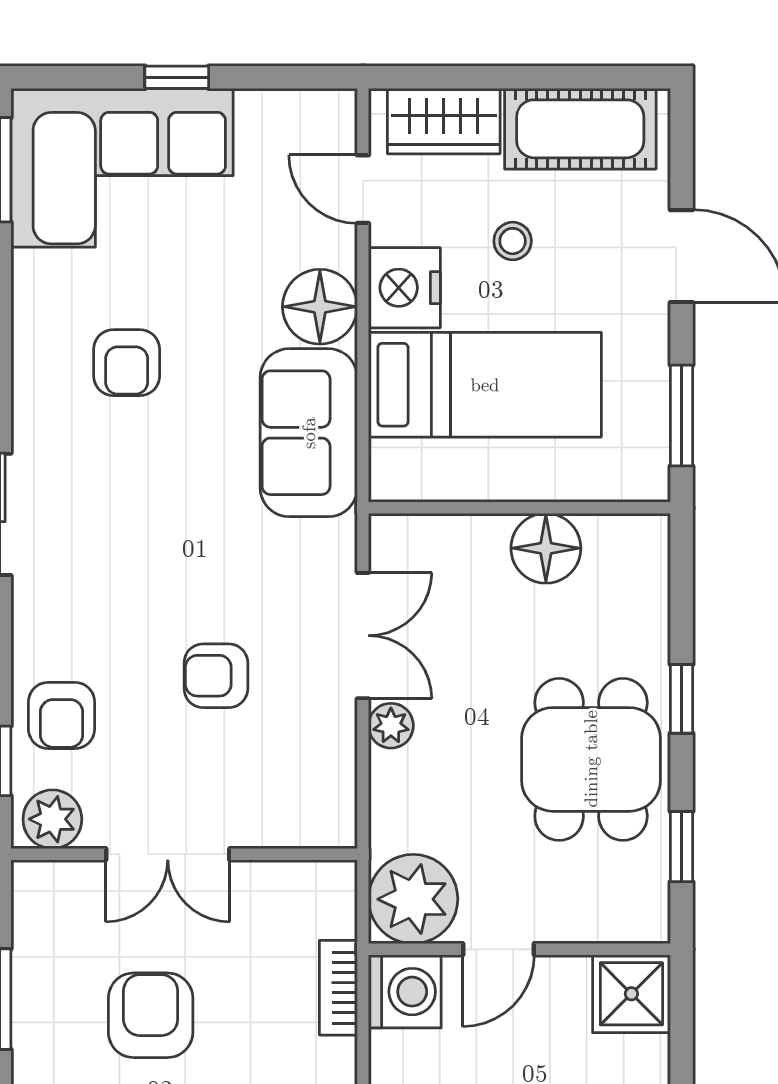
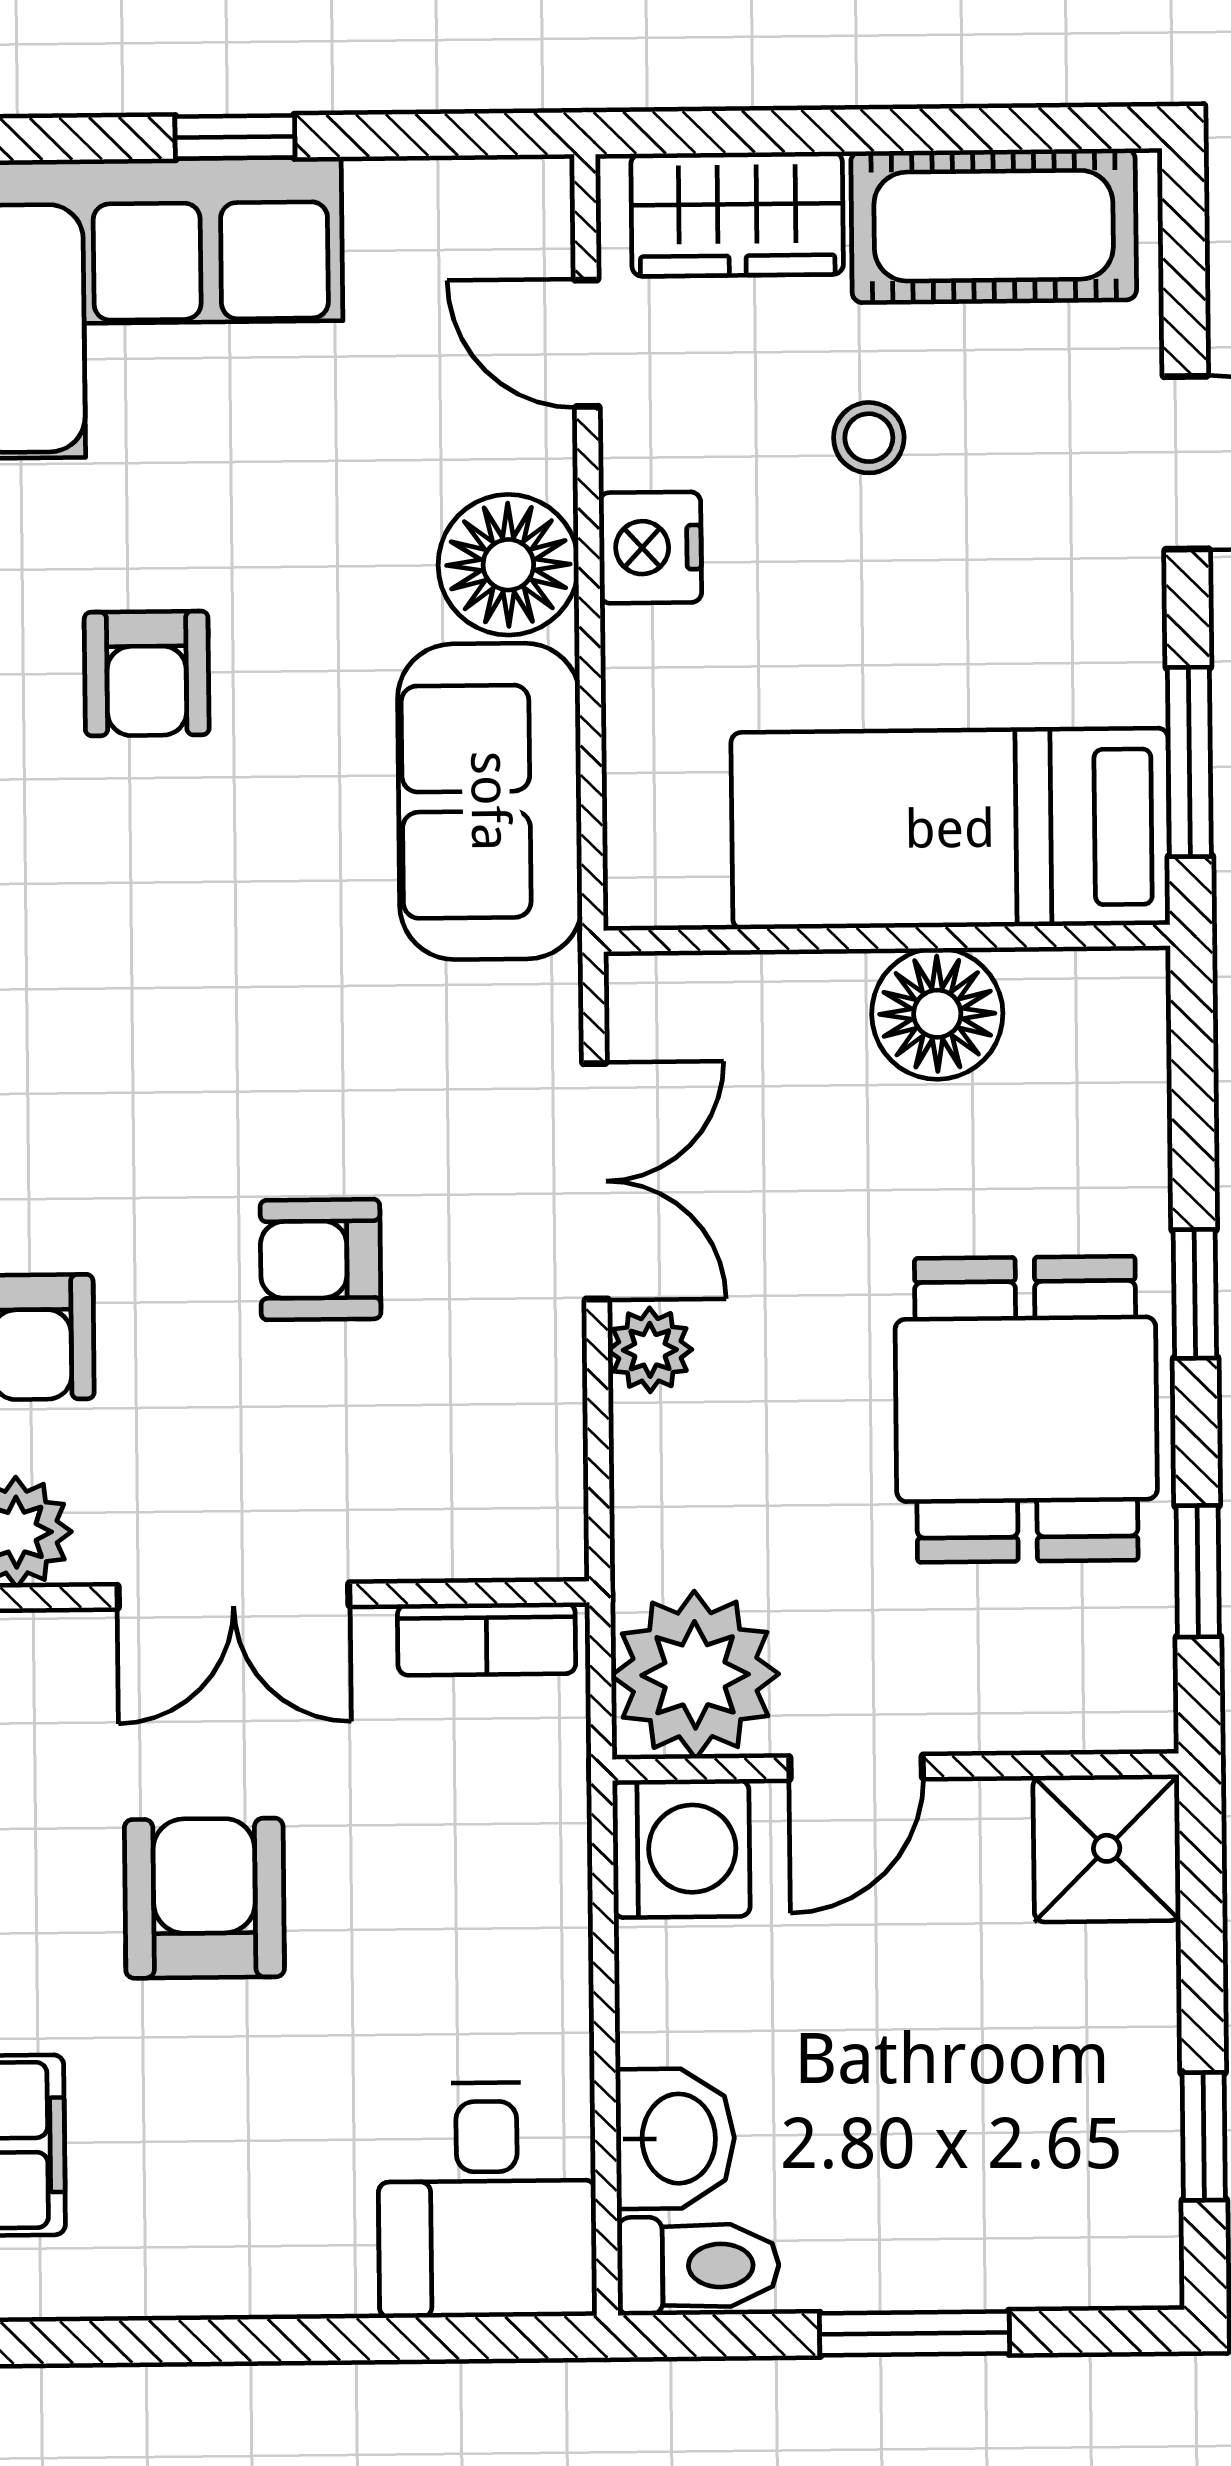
nightstand: (404, 288) -> (650, 548), width x0.74, depth x0.75
bed: (485, 385) -> (950, 829), moved, turned 180
bookcase: (338, 988) -> (487, 1639), moved, turned -90

